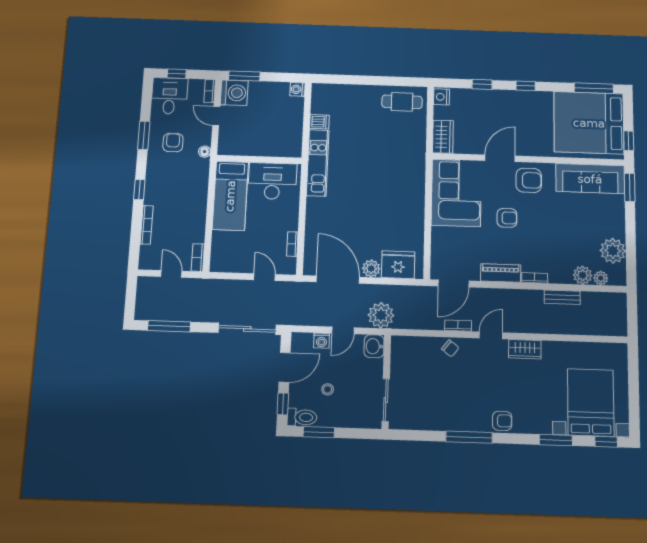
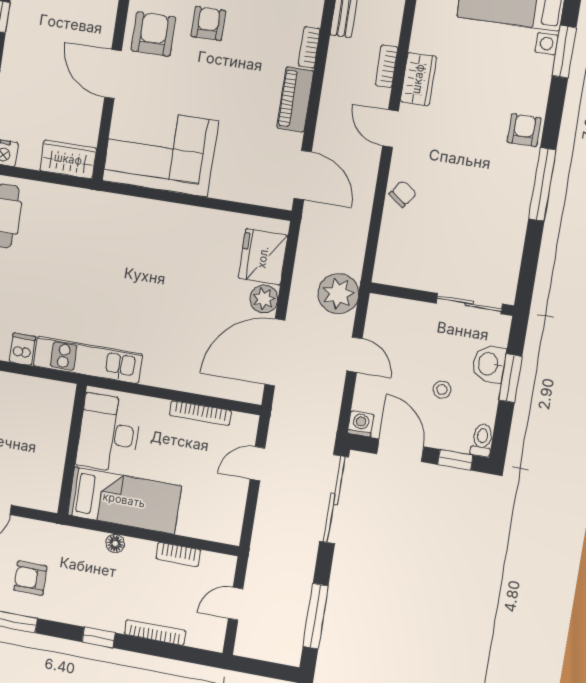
floor lamp: (205, 152) -> (115, 543), moved
armchair: (507, 218) -> (208, 23), moved
bookcase: (292, 244) -> (200, 413), width x1.56
bookcase: (198, 258) -> (178, 554), moved
bookcase: (458, 326) -> (387, 66), moved
washing machine: (322, 341) -> (361, 424), moved, turned -90
washbasin: (374, 346) -> (489, 364), moved, turned 90
toilet: (302, 417) -> (482, 440), width x0.73, depth x0.72
window: (319, 432) -> (510, 378), moved

